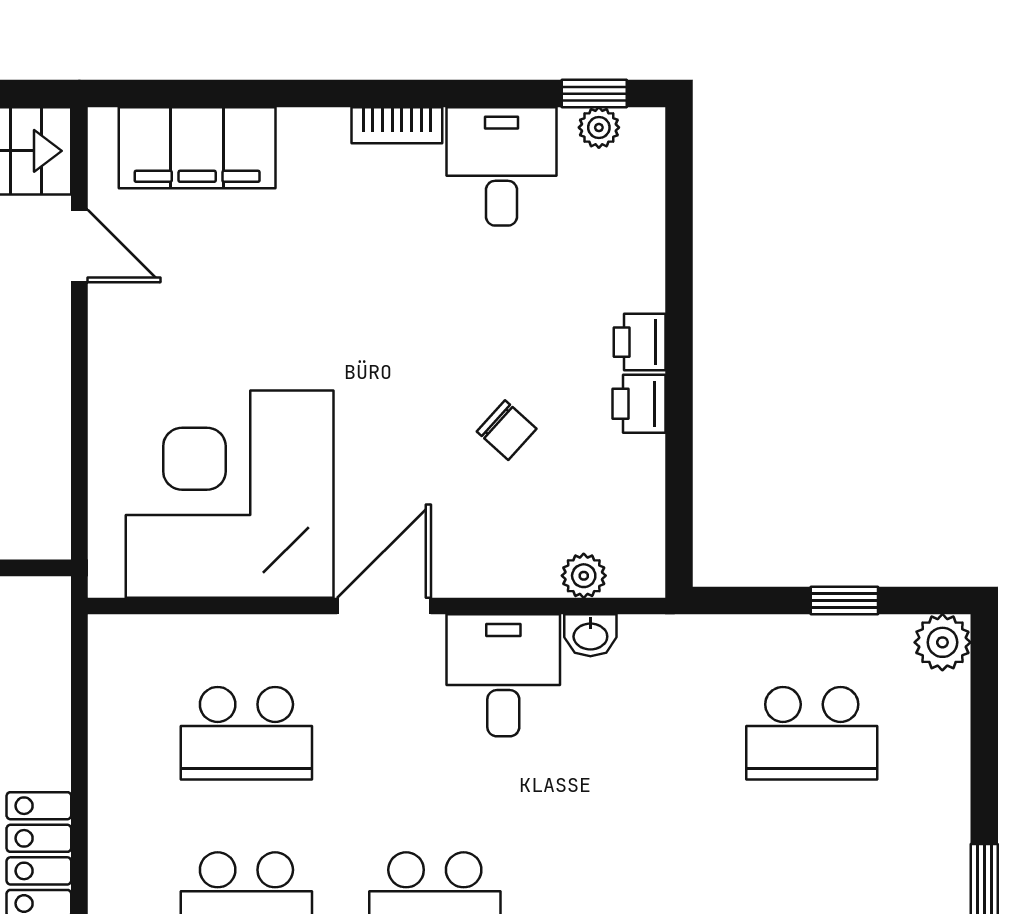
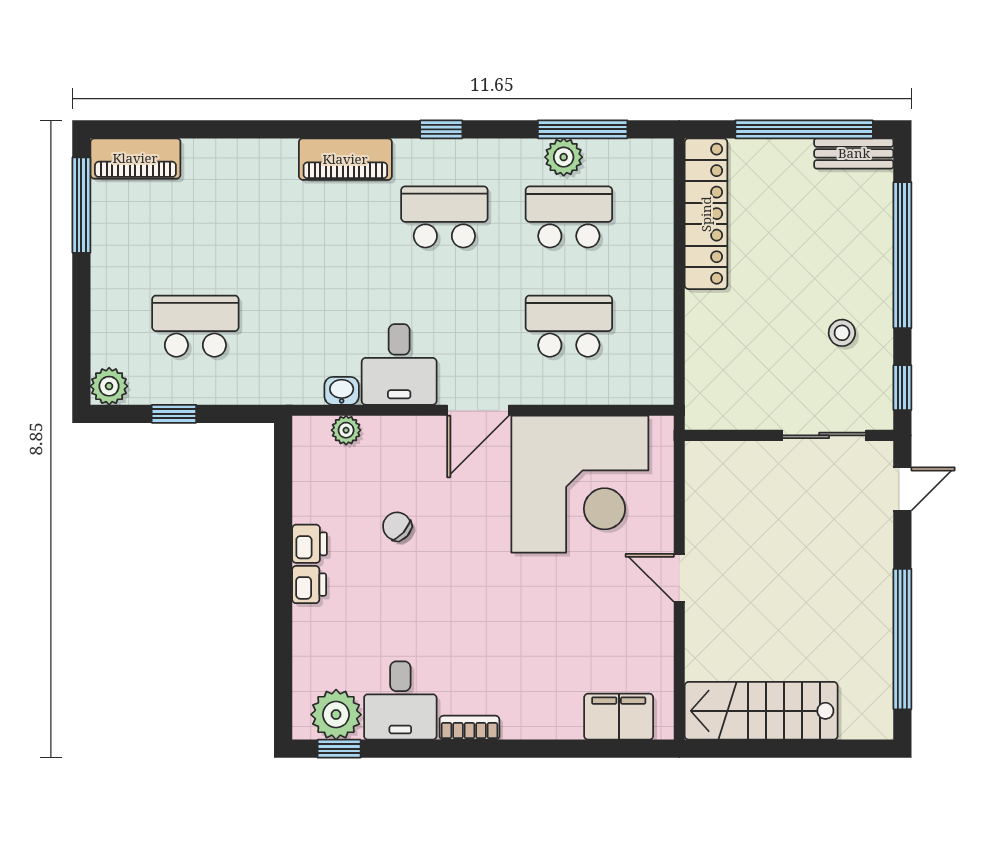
plant: (599, 128) -> (336, 715), width x1.88, depth x1.88
filing cabinet: (197, 148) -> (619, 717), width x0.67, depth x0.86
door: (79, 246) -> (679, 578), moved

